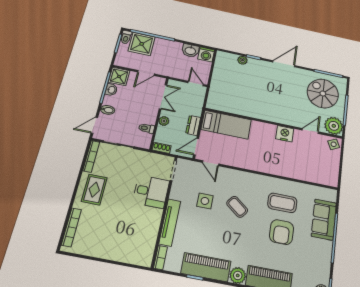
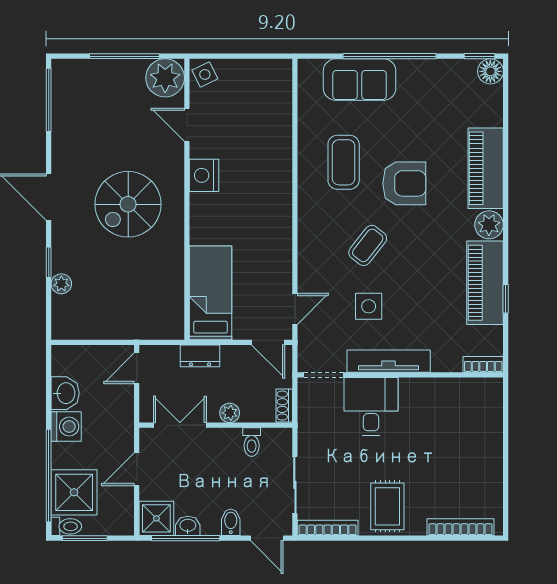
washing machine: (206, 54) -> (66, 427), moved
door: (146, 73) -> (137, 469), swing flipped
spiral stairs: (323, 93) -> (128, 204), moved
dresser: (193, 125) -> (200, 356), moved
rug: (94, 190) -> (387, 506), turned 90
tv unit: (170, 222) -> (389, 361), moved
armchair: (282, 232) -> (404, 183), moved

